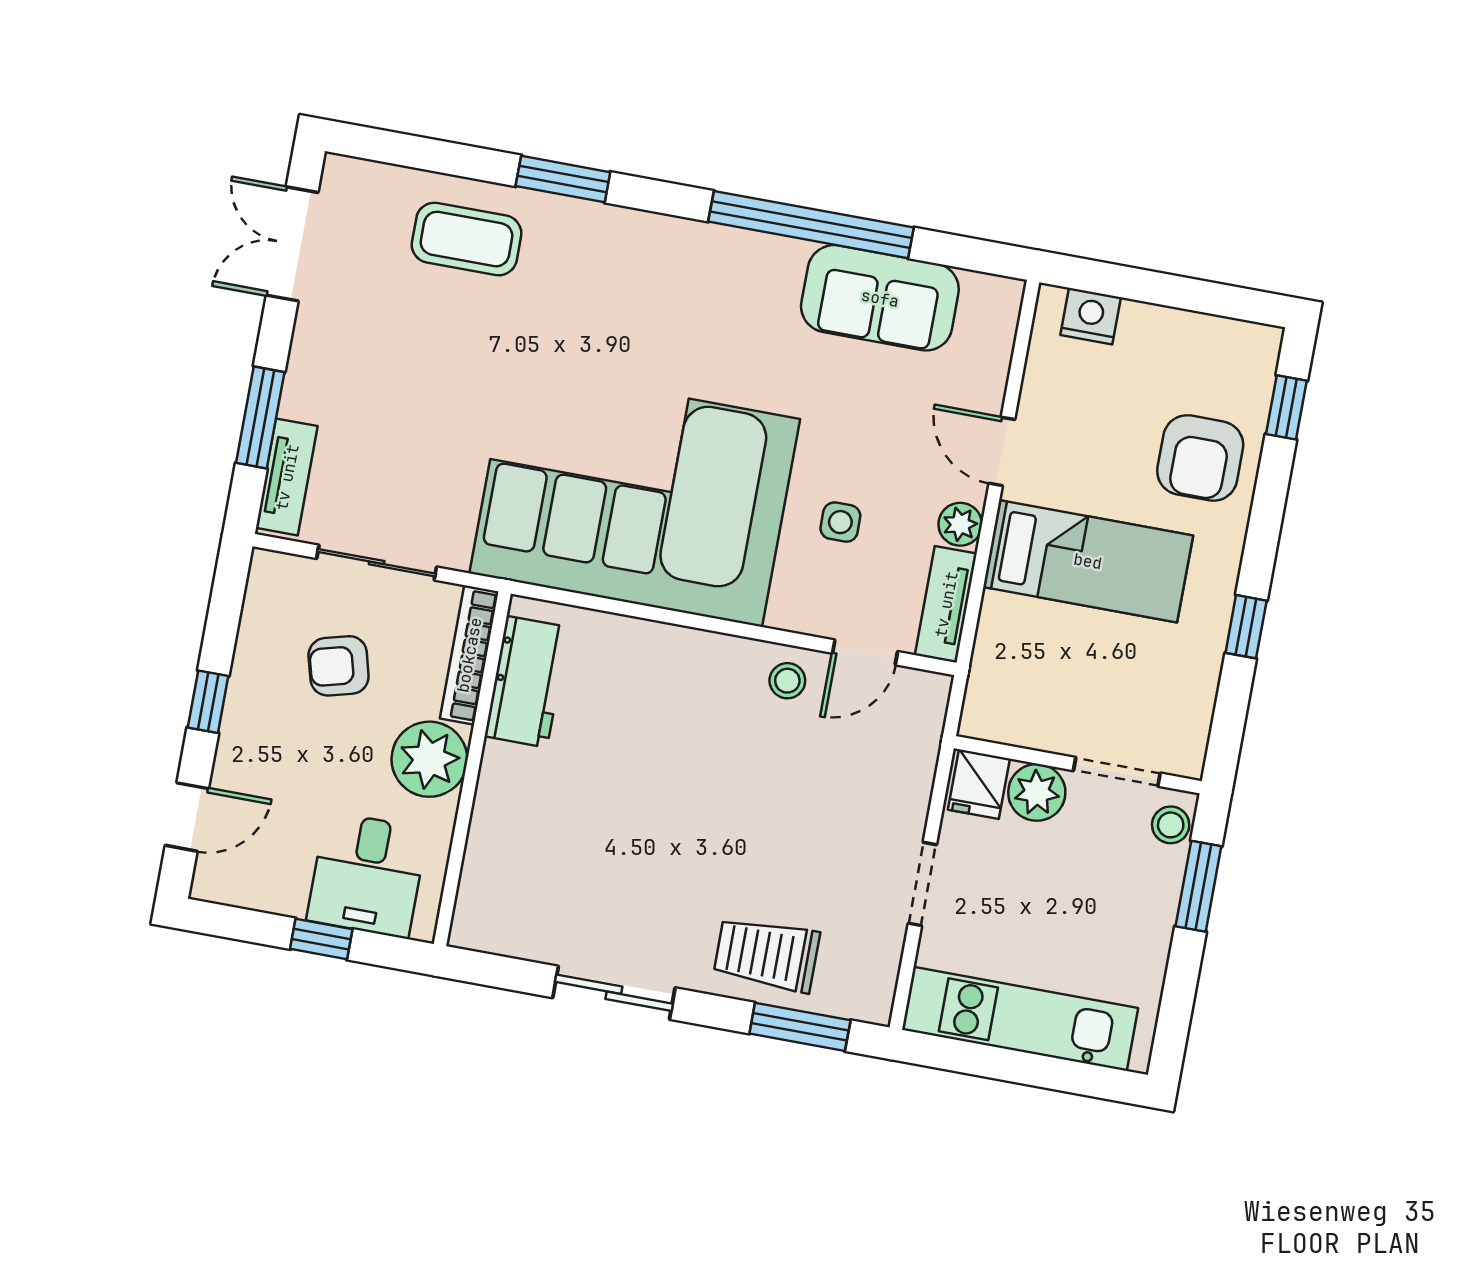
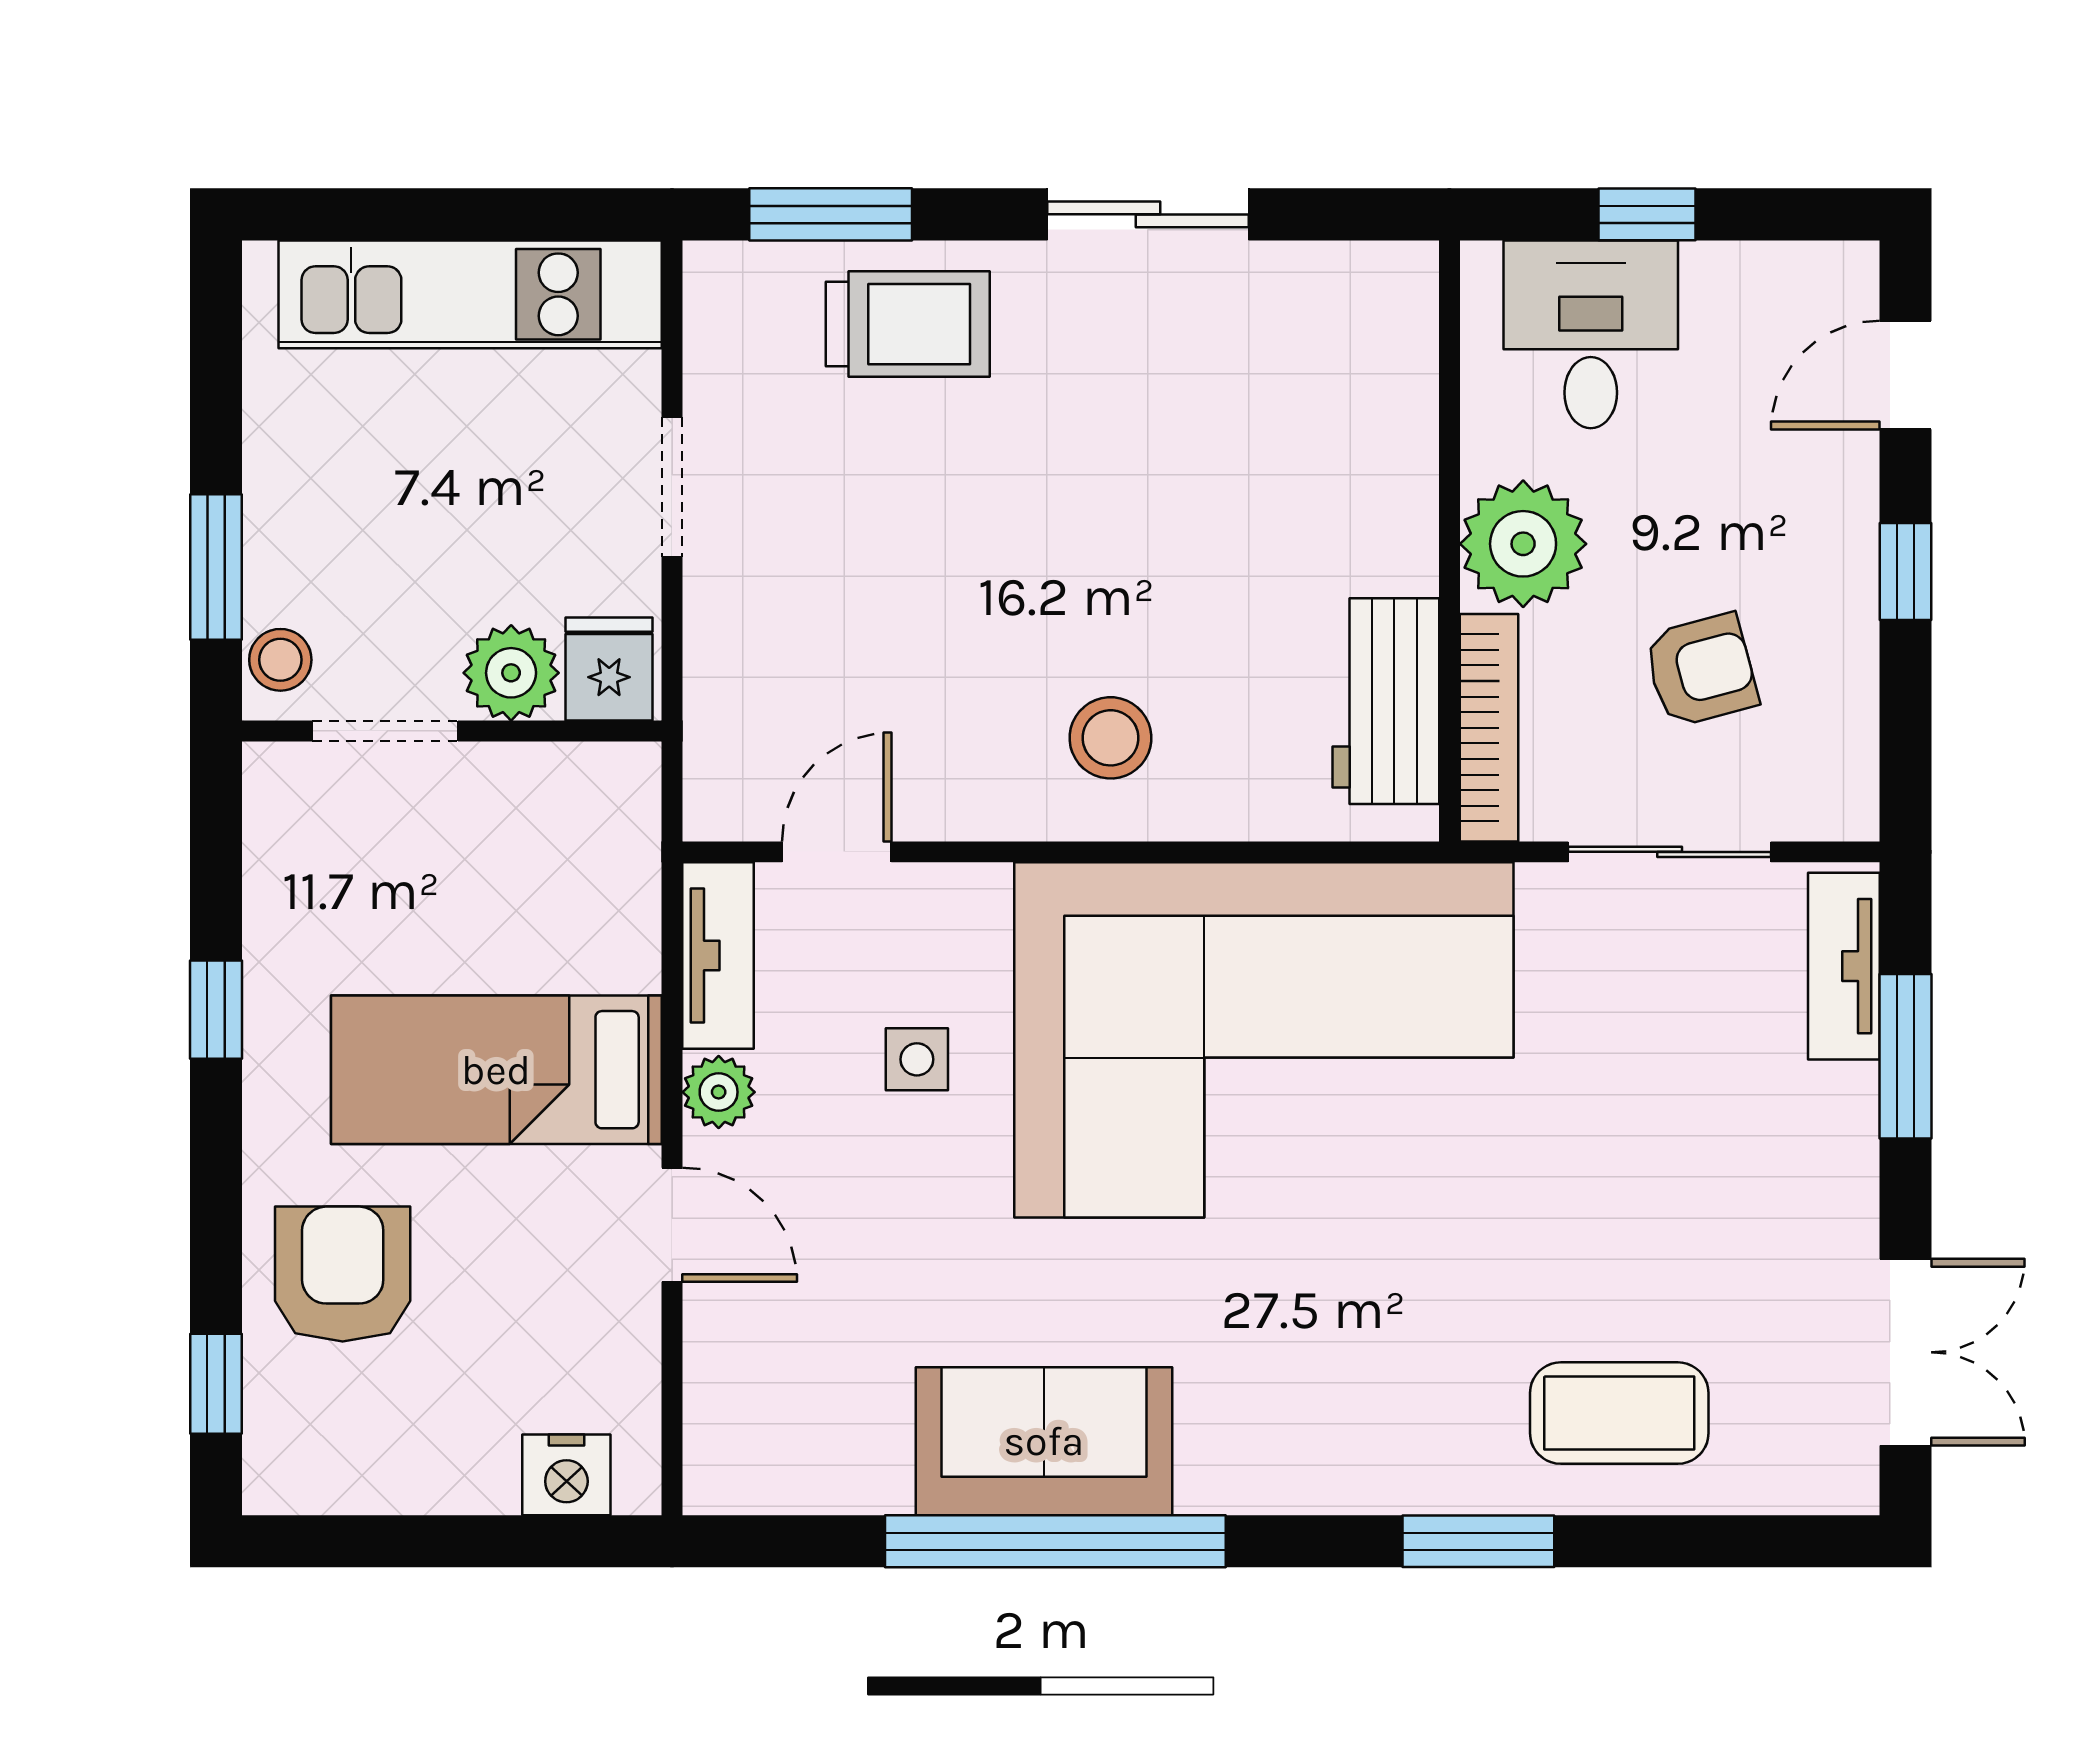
sofa: (880, 298) -> (1044, 1441), moved
stool: (787, 681) -> (1110, 738), moved, width x1.37, depth x1.37

